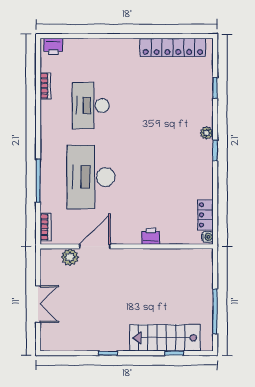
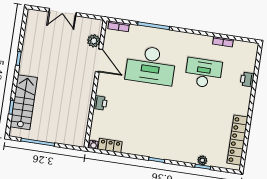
printer: (53, 46) -> (247, 79), moved
plant: (207, 133) -> (202, 160), moved
desk: (91, 177) -> (151, 65), turned 180

